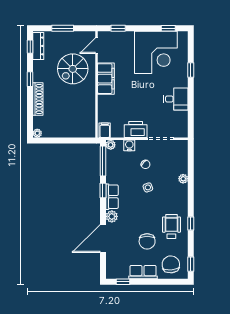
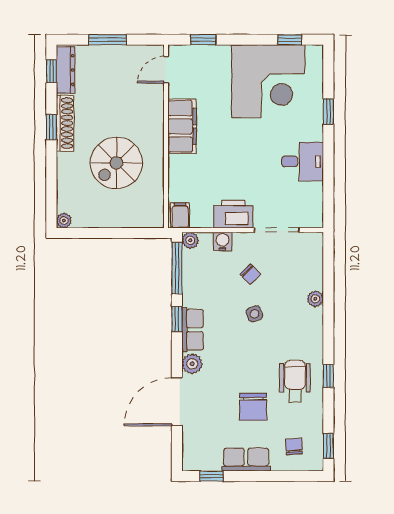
spiral stairs: (73, 69) -> (116, 163), moved
shoe rack: (38, 99) -> (65, 123), moved
chair: (171, 264) -> (294, 446), width x0.54, depth x0.54

